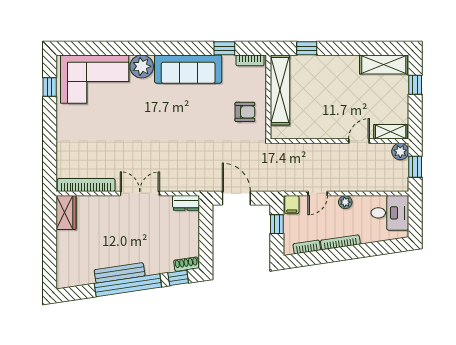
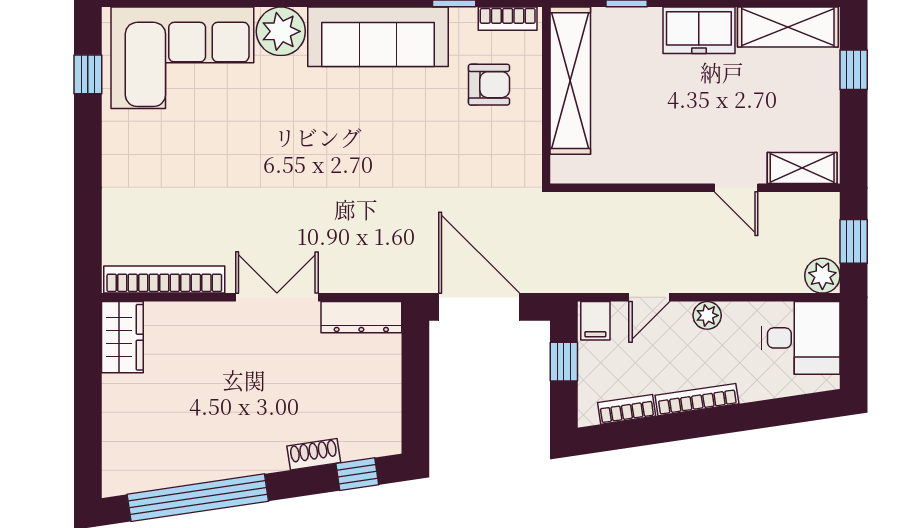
freezer: (341, 66) -> (699, 30), added
armchair: (245, 112) -> (489, 85), moved
door: (359, 141) -> (736, 188), swing flipped
plant: (400, 151) -> (822, 276), moved
door: (236, 198) -> (479, 307), width x1.36
dresser: (186, 203) -> (361, 317), width x1.44
shoe rack: (186, 264) -> (314, 454), moved
bench: (120, 273) -> (234, 464), removed
window: (128, 285) -> (198, 498), moved

